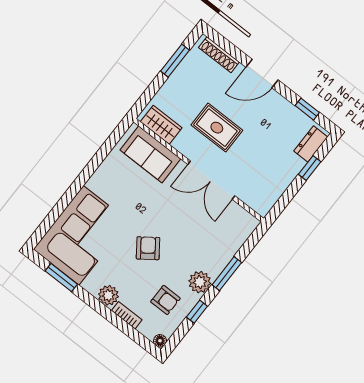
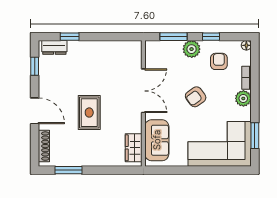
wardrobe: (161, 125) -> (134, 148), moved
sofa: (150, 154) -> (157, 140), moved
wall: (199, 170) -> (143, 103), moved
double door: (211, 180) -> (143, 91), moved

